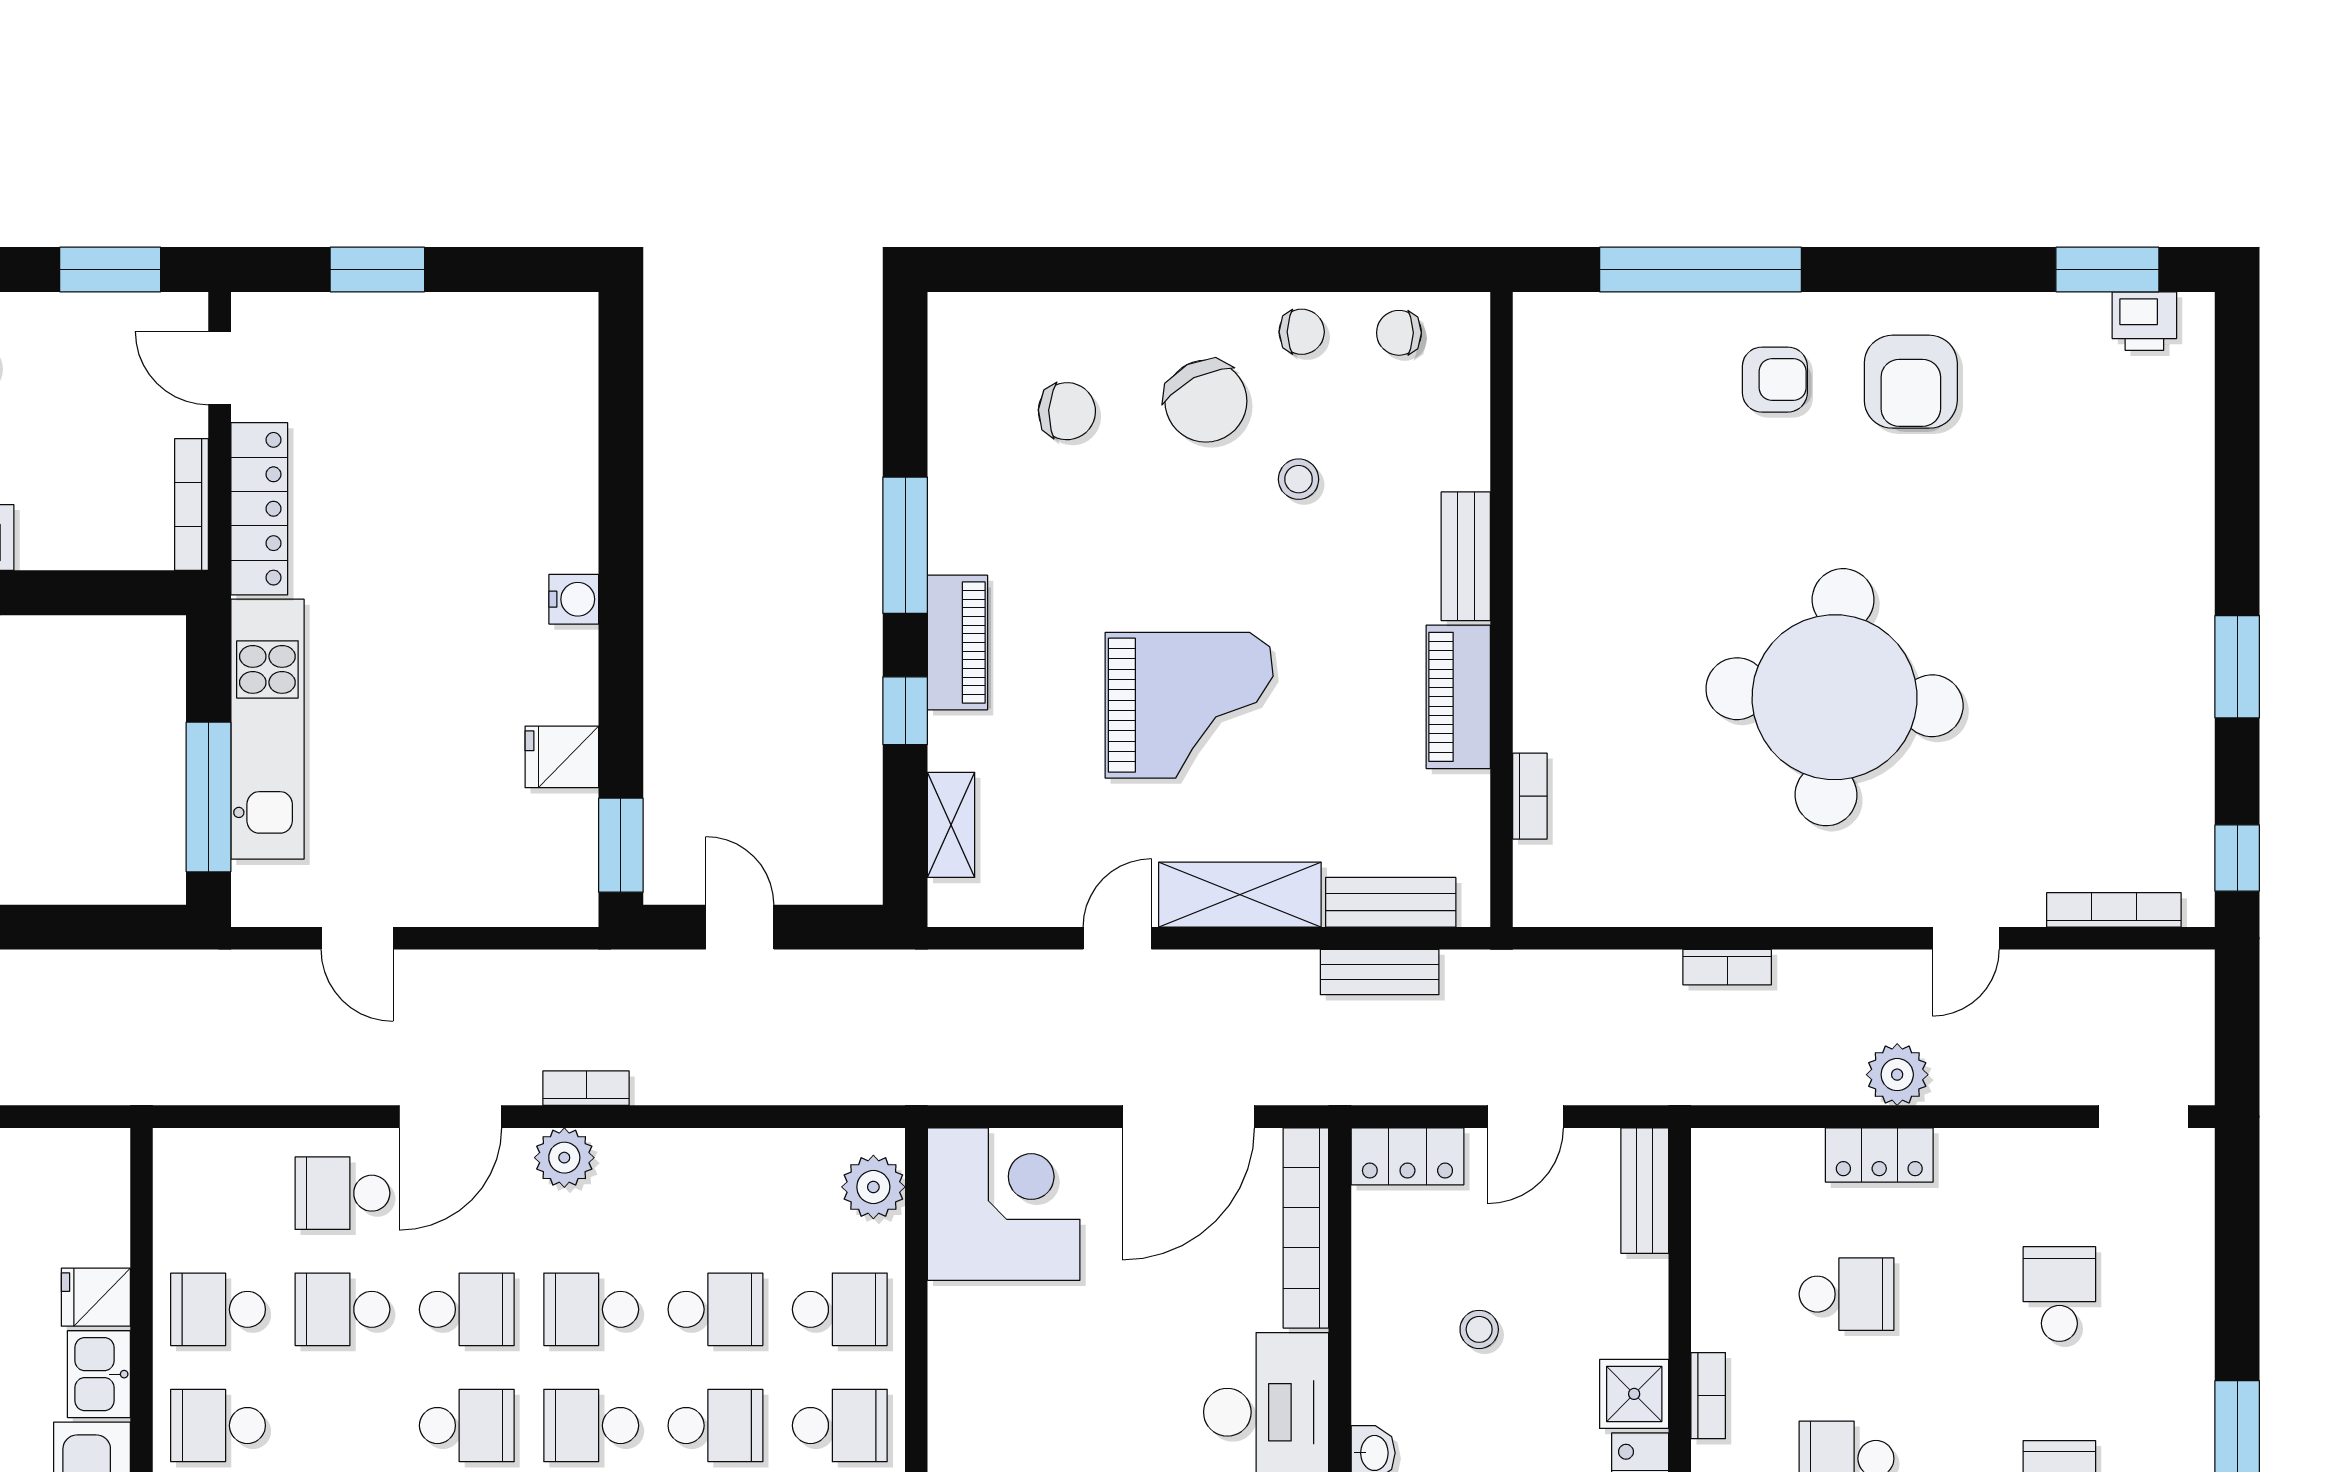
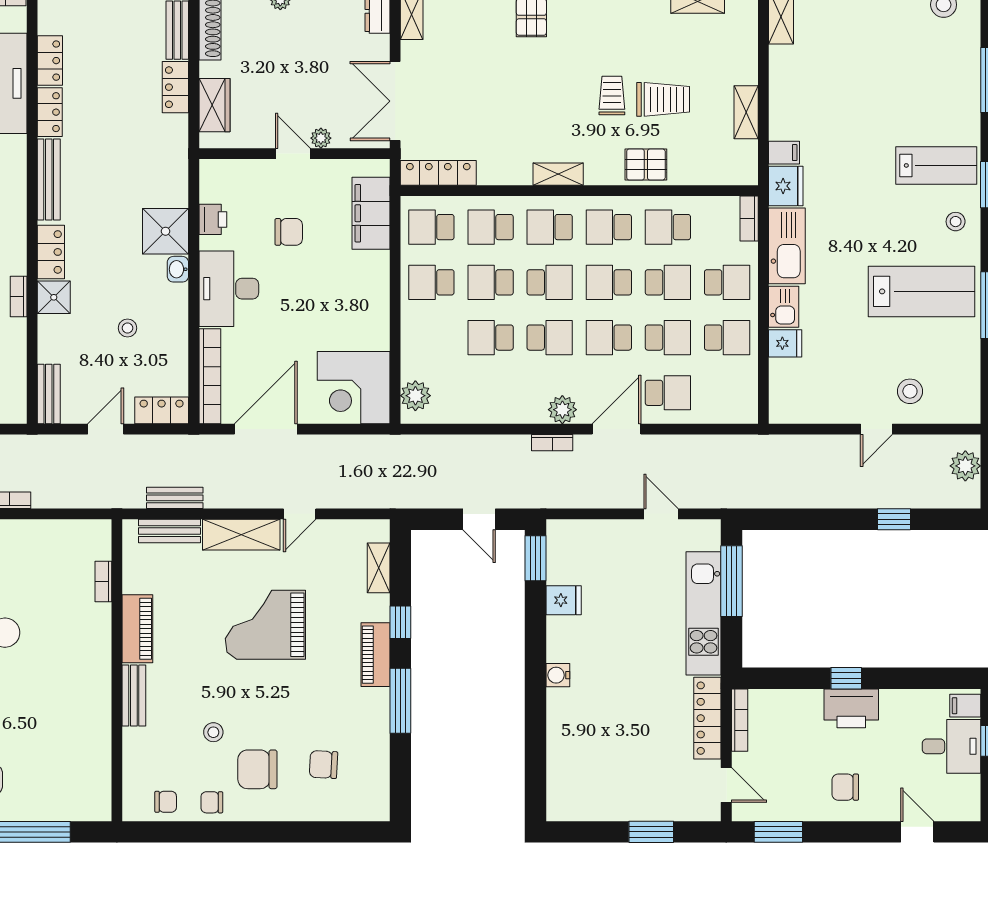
chair: (1206, 401) -> (257, 769), turned -63
school desk: (840, 1309) -> (668, 282), moved, turned 180

